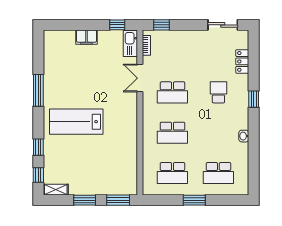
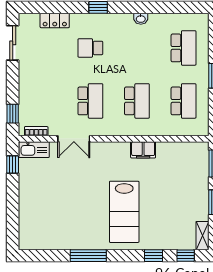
filing cabinet: (86, 37) -> (143, 150), moved, turned 90

